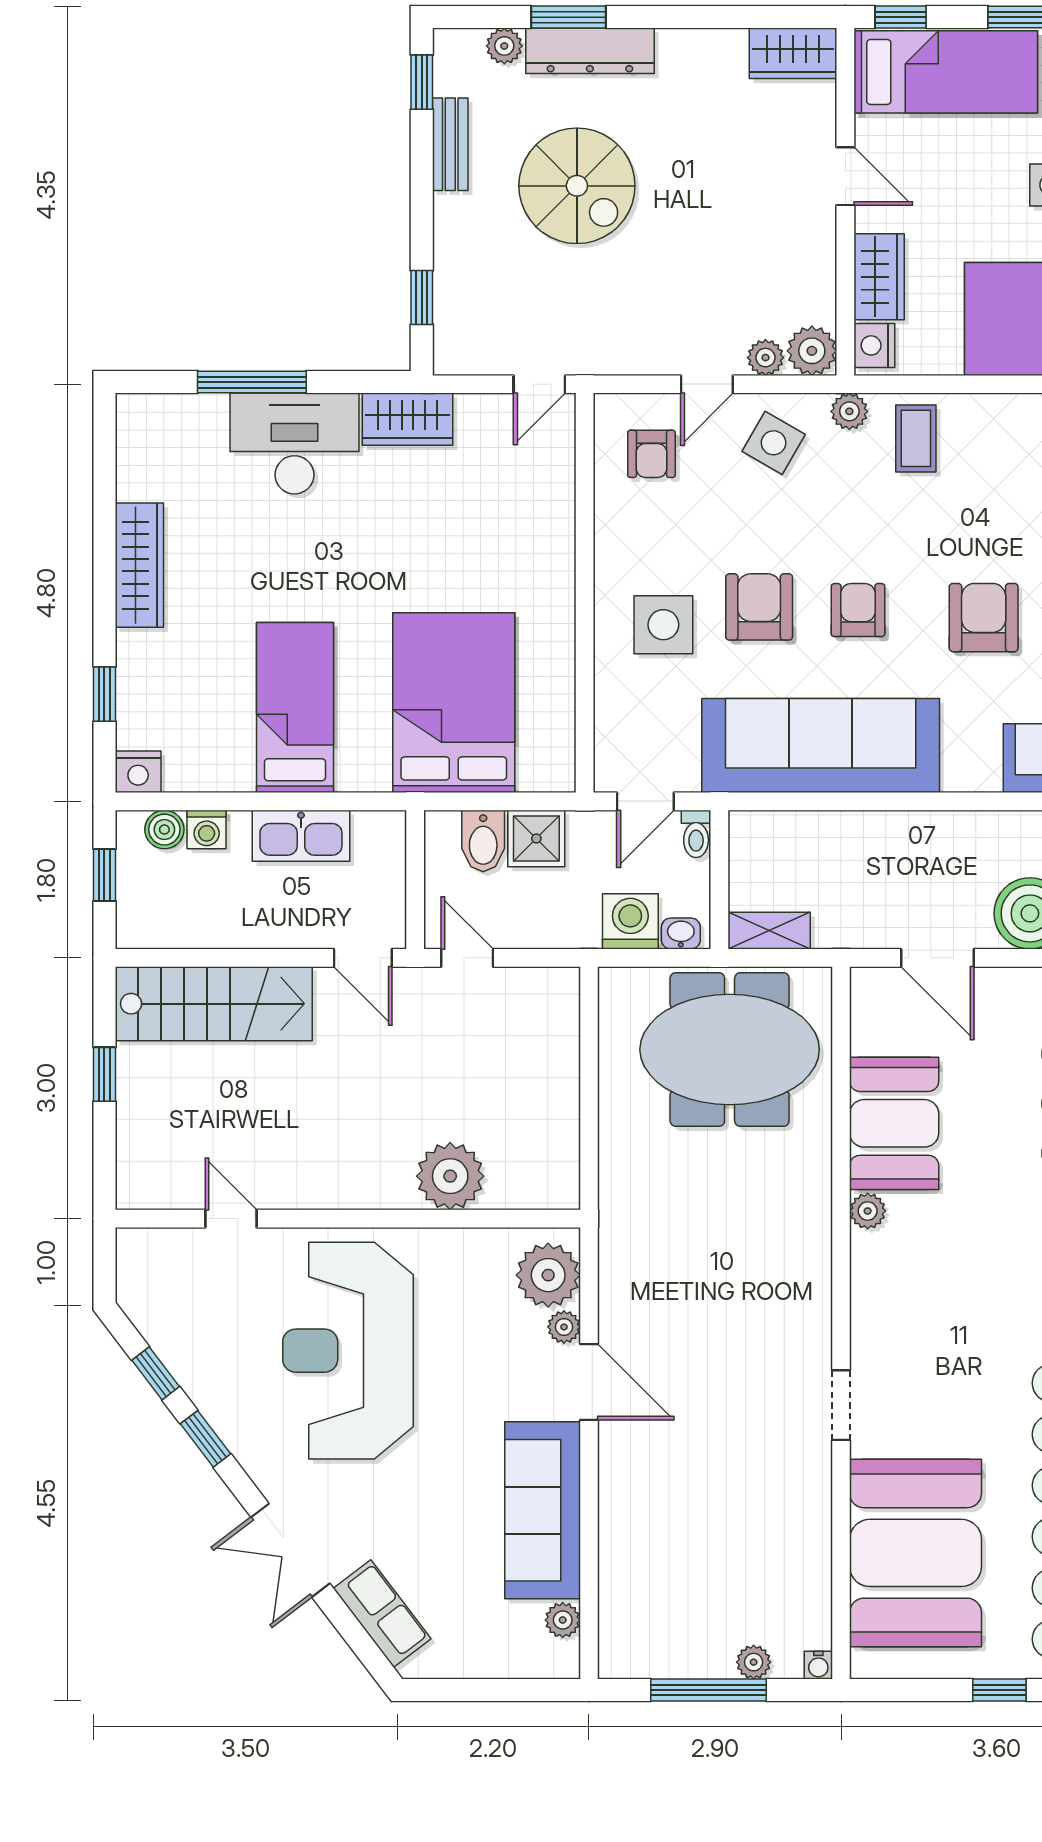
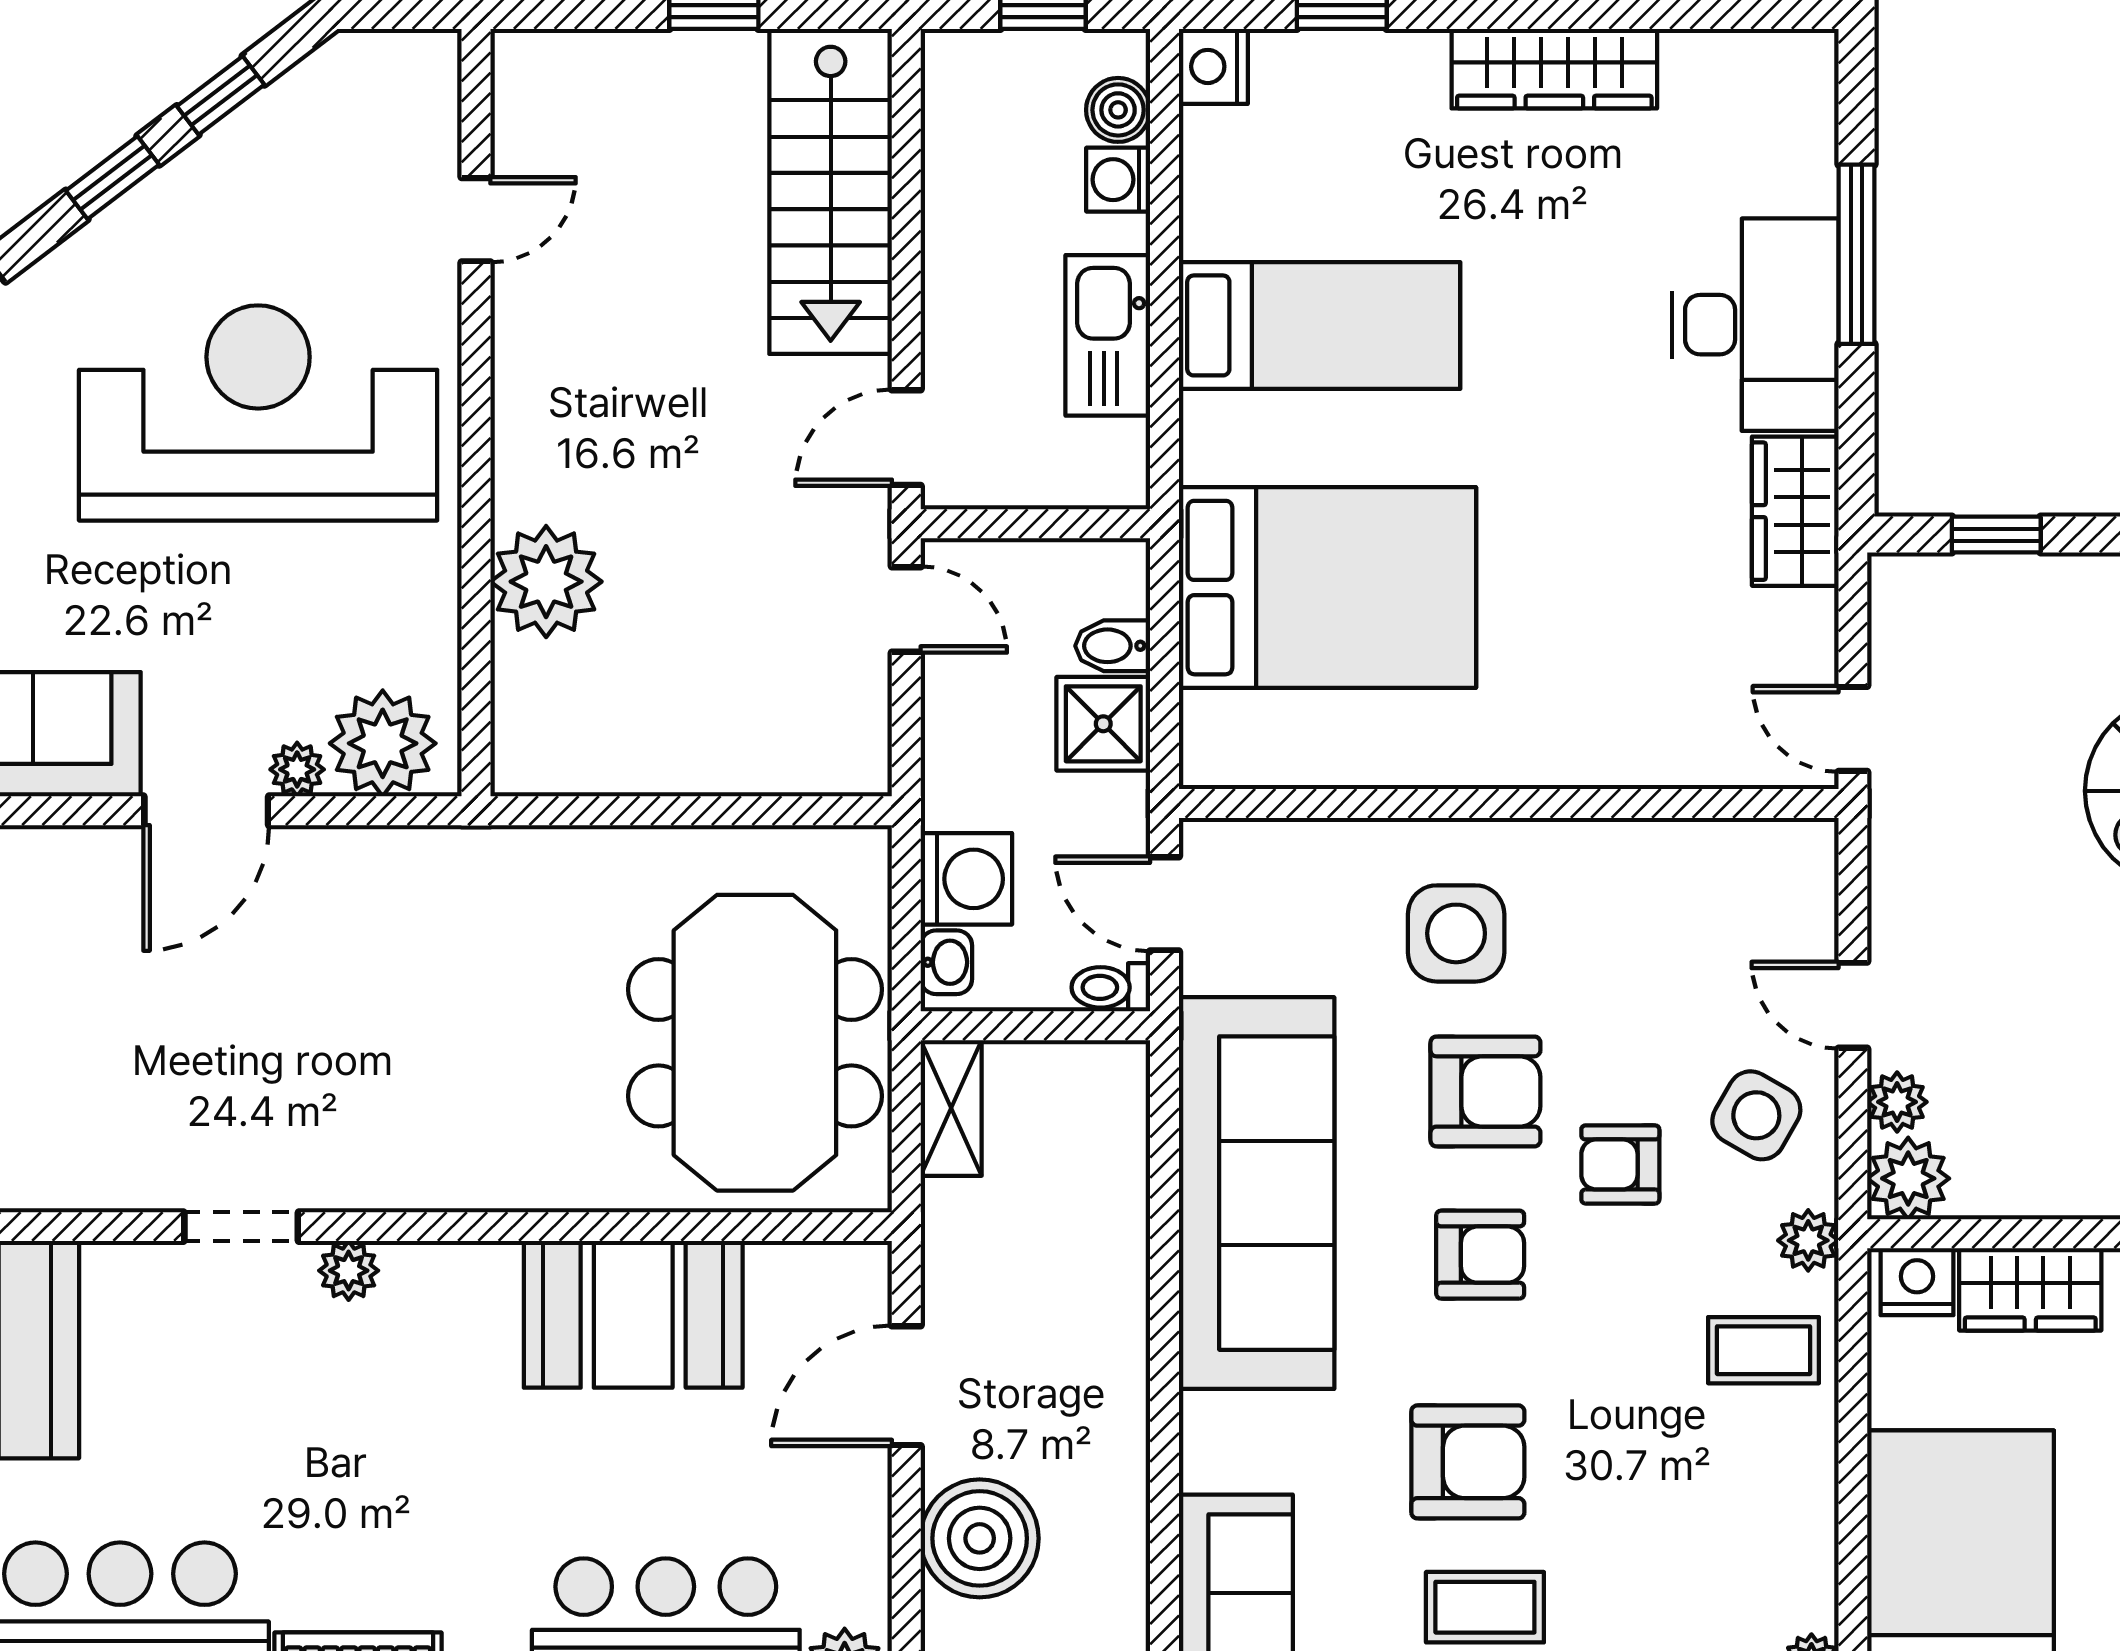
armchair: (652, 454) -> (1620, 1164), moved
bidet: (483, 841) -> (1113, 646), width x0.72, depth x0.74
door: (467, 958) -> (906, 609), hinge flipped
plant: (868, 1211) -> (349, 1271), moved
doorway: (841, 1405) -> (241, 1227), moved

